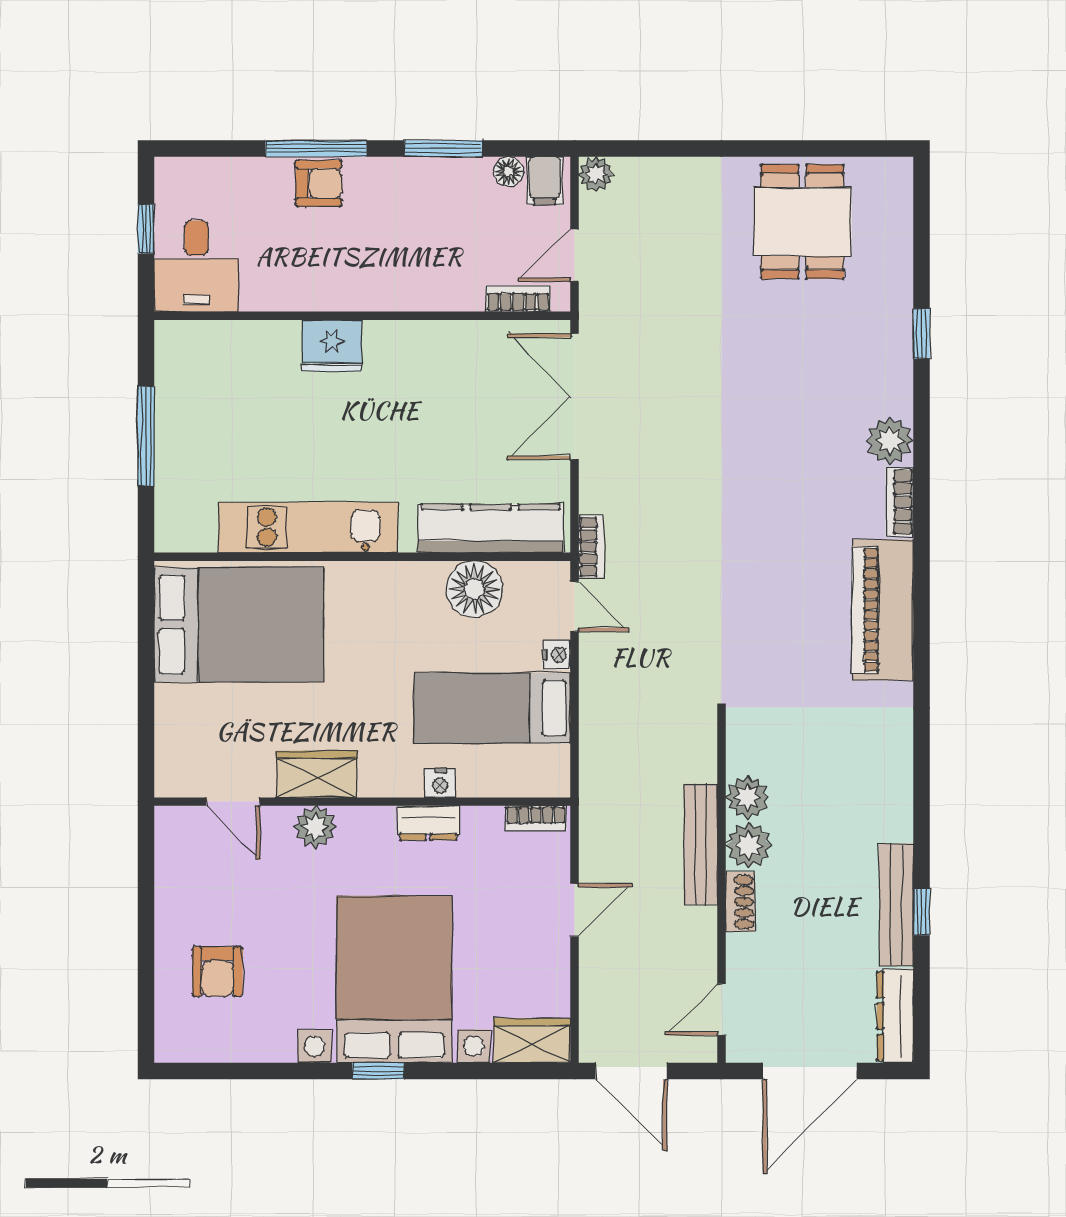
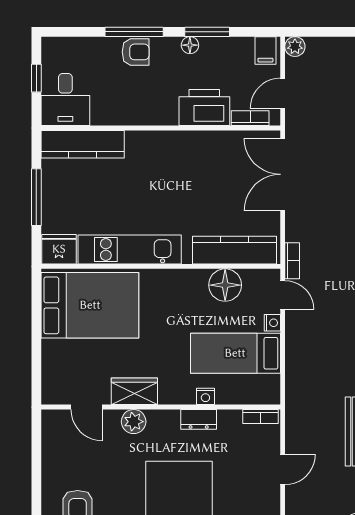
floor lamp: (508, 172) -> (190, 45), moved
printer: (438, 280) -> (204, 108), added
kitchen counter: (226, 344) -> (83, 144), added
fridge: (332, 346) -> (59, 249), moved, turned 180

